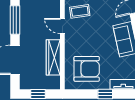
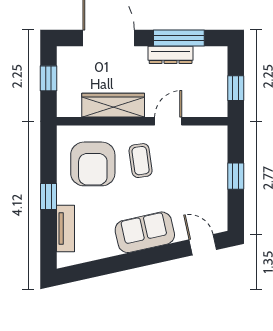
coffee table: (80, 11) -> (141, 161), moved
dresser: (25, 25) -> (171, 55), added

